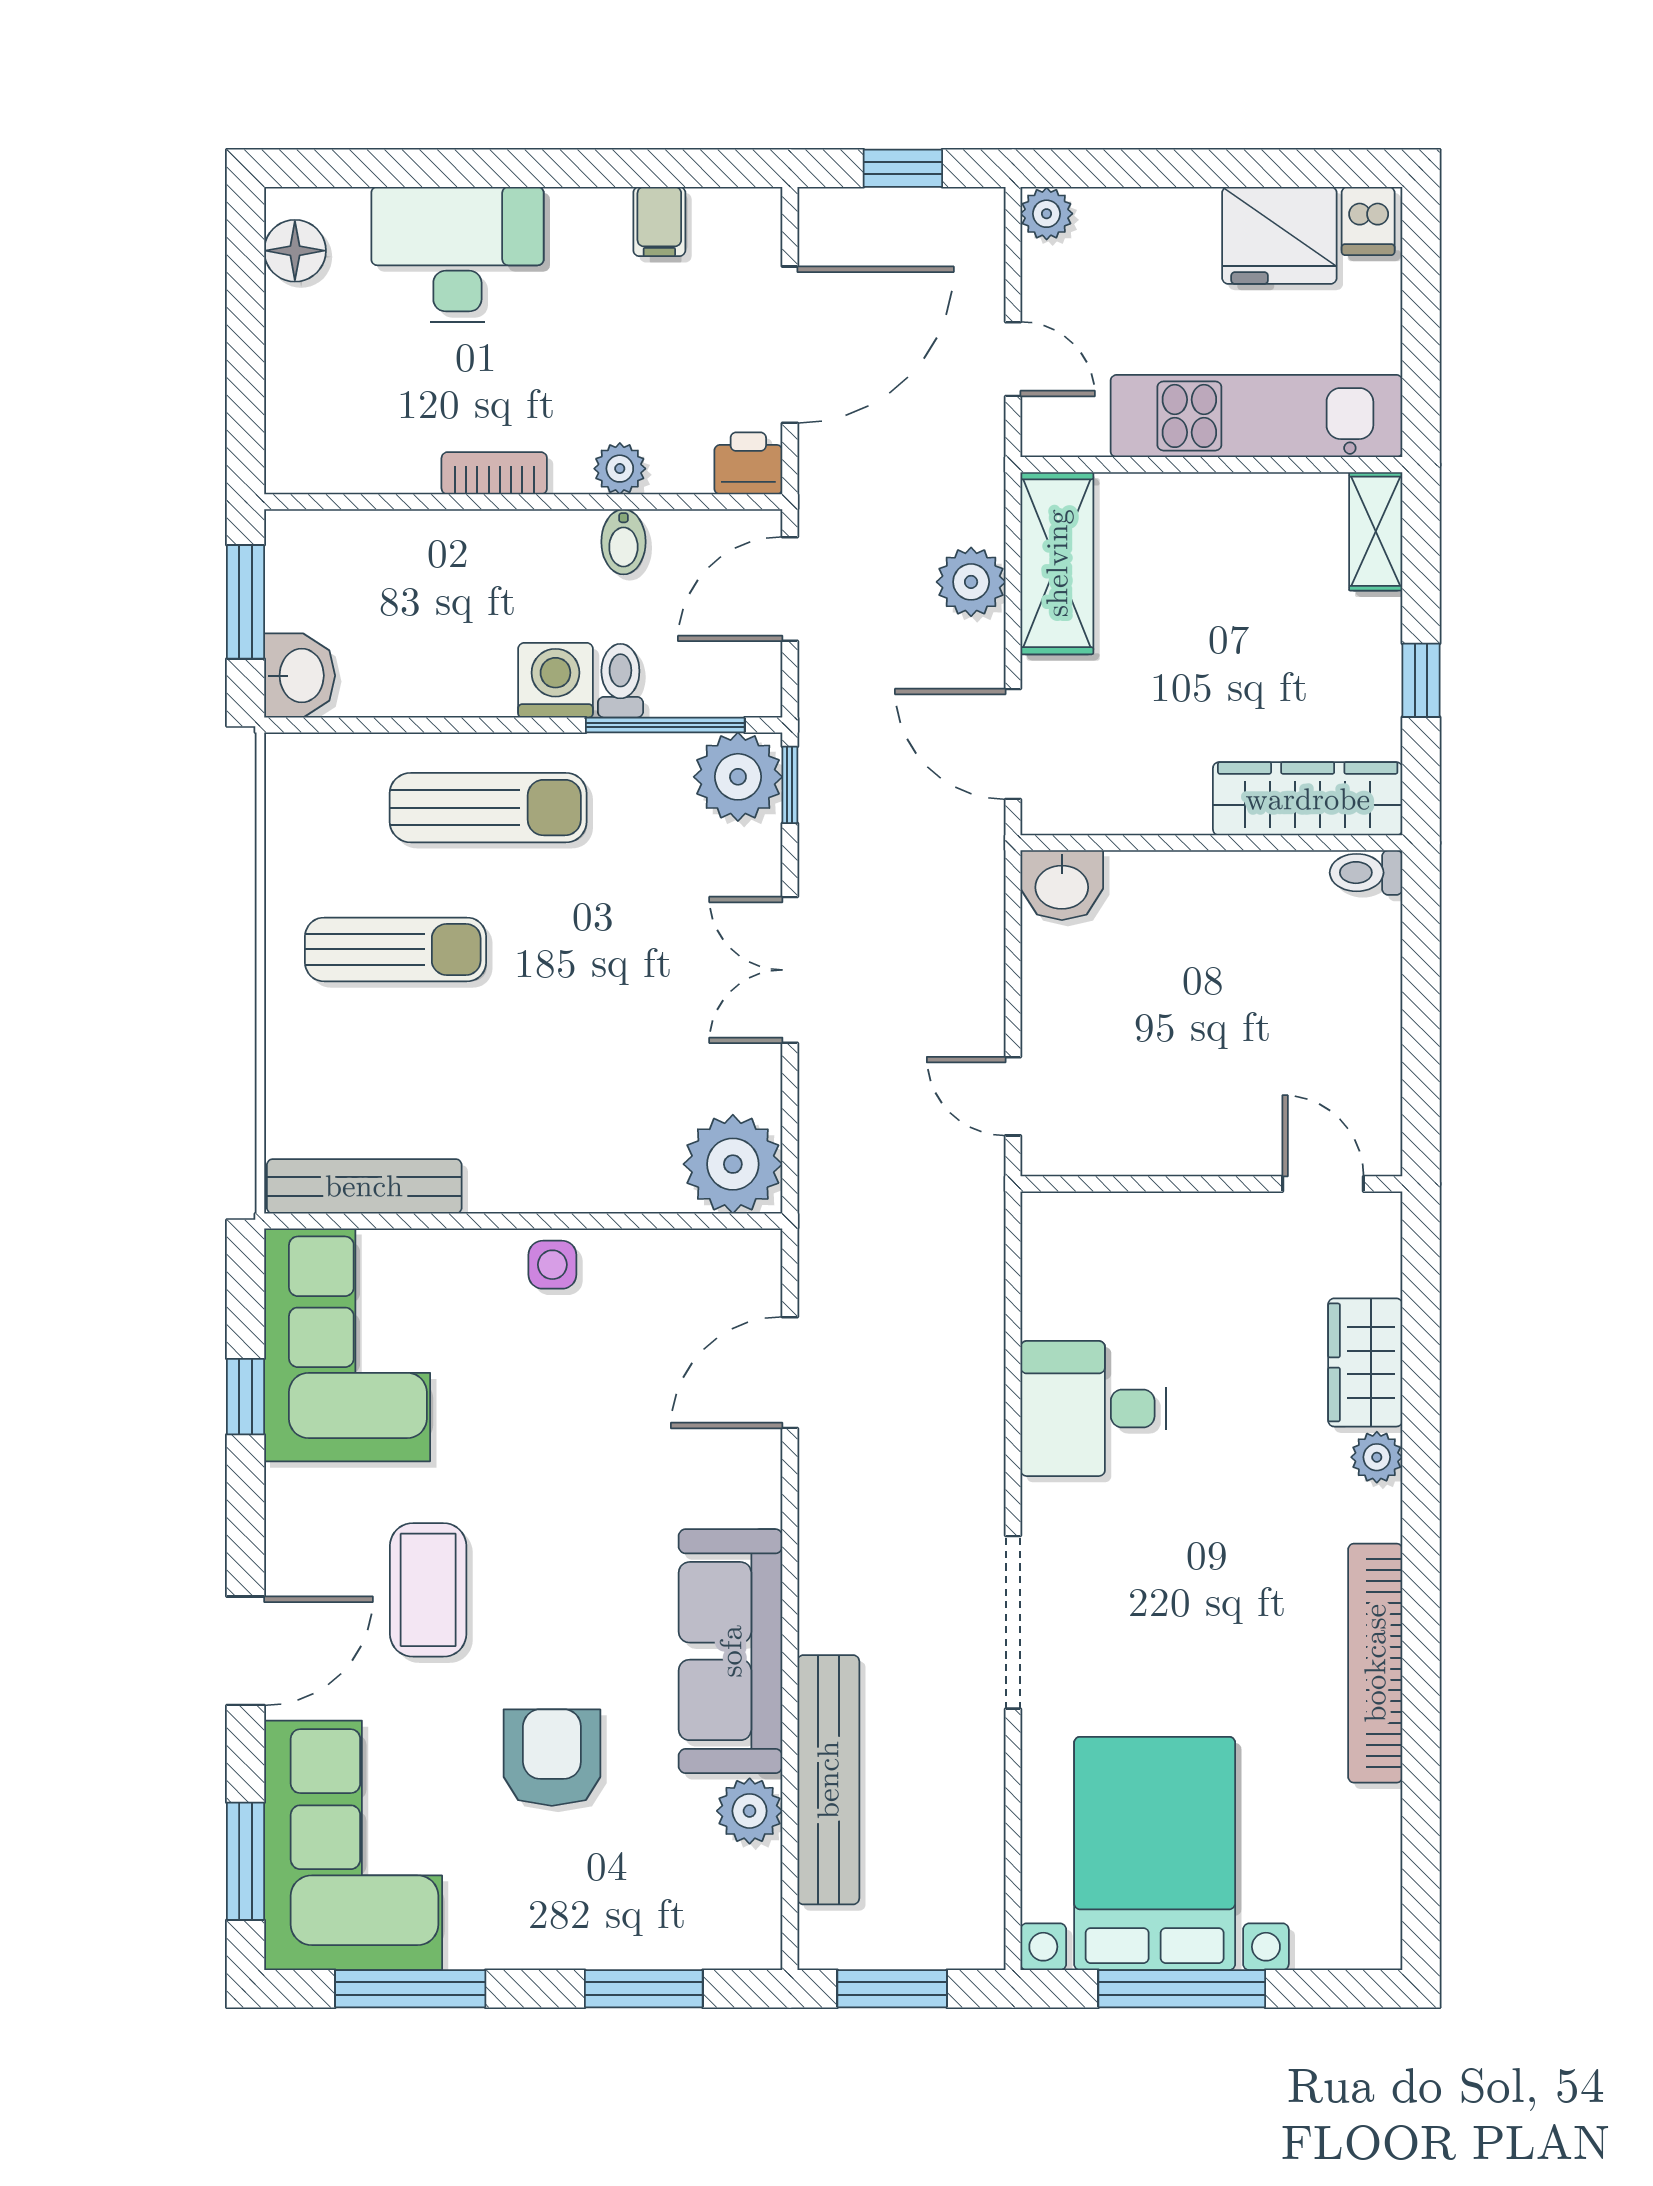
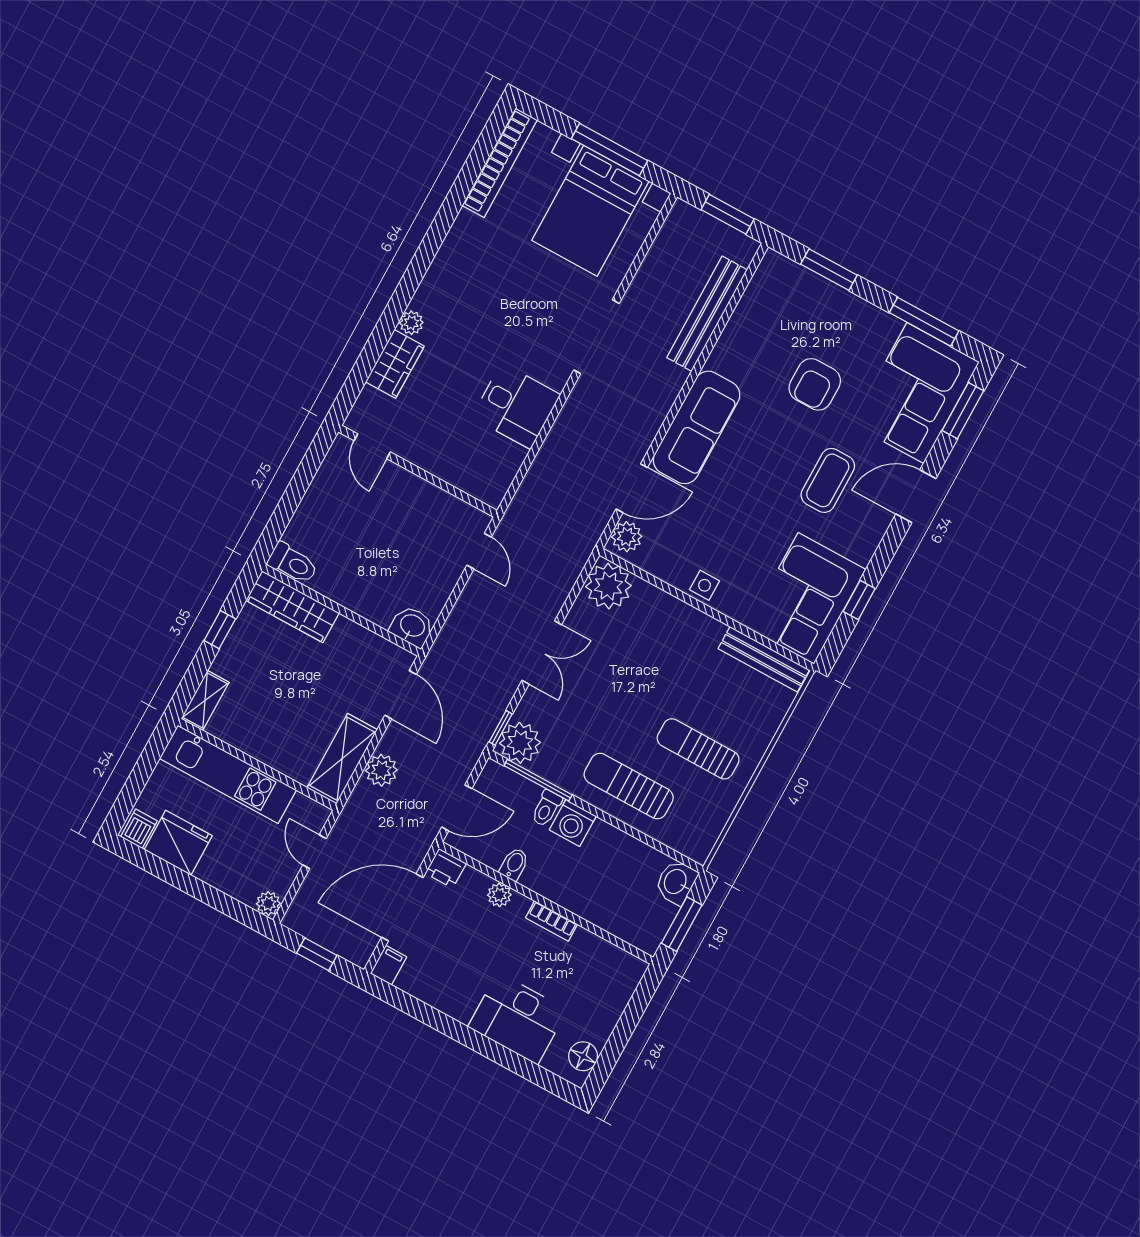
filing cabinet: (659, 221) -> (388, 965), moved
toilet: (1366, 873) -> (293, 563), width x1.37, depth x1.39
sofa: (731, 1651) -> (697, 427), moved
bookcase: (1375, 1663) -> (500, 163), moved
plant: (750, 1811) -> (627, 537), moved

